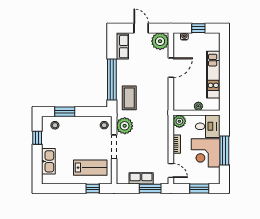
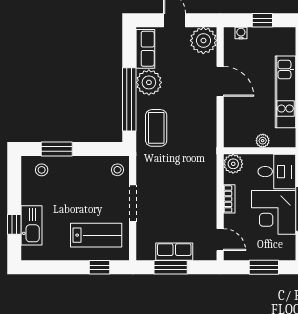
door: (171, 68) -> (220, 81), hinge flipped
plant: (125, 126) -> (149, 82), moved
window: (37, 138) -> (14, 224), moved
window: (150, 189) -> (171, 267), moved

